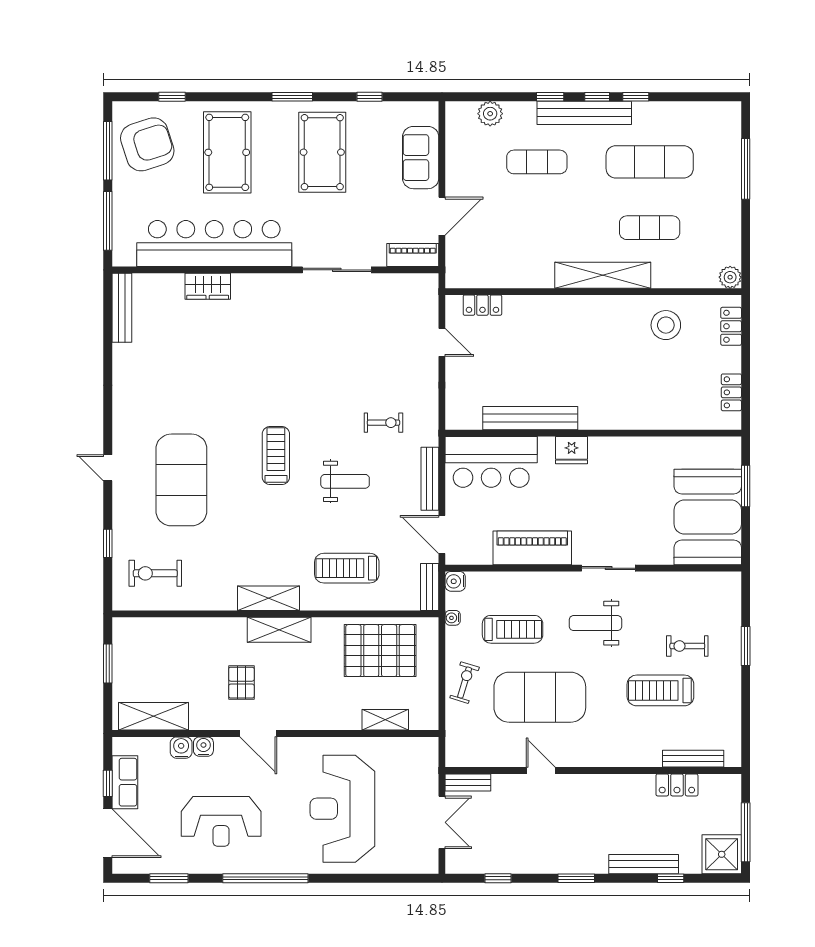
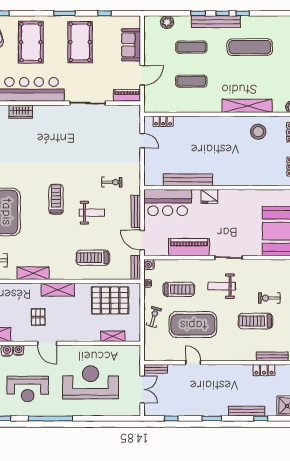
exercise mat: (650, 228) -> (191, 81), moved
shelving: (603, 275) -> (247, 106), moved
shelving: (269, 598) -> (33, 273), moved
reception desk: (342, 809) -> (91, 382), turned 90

